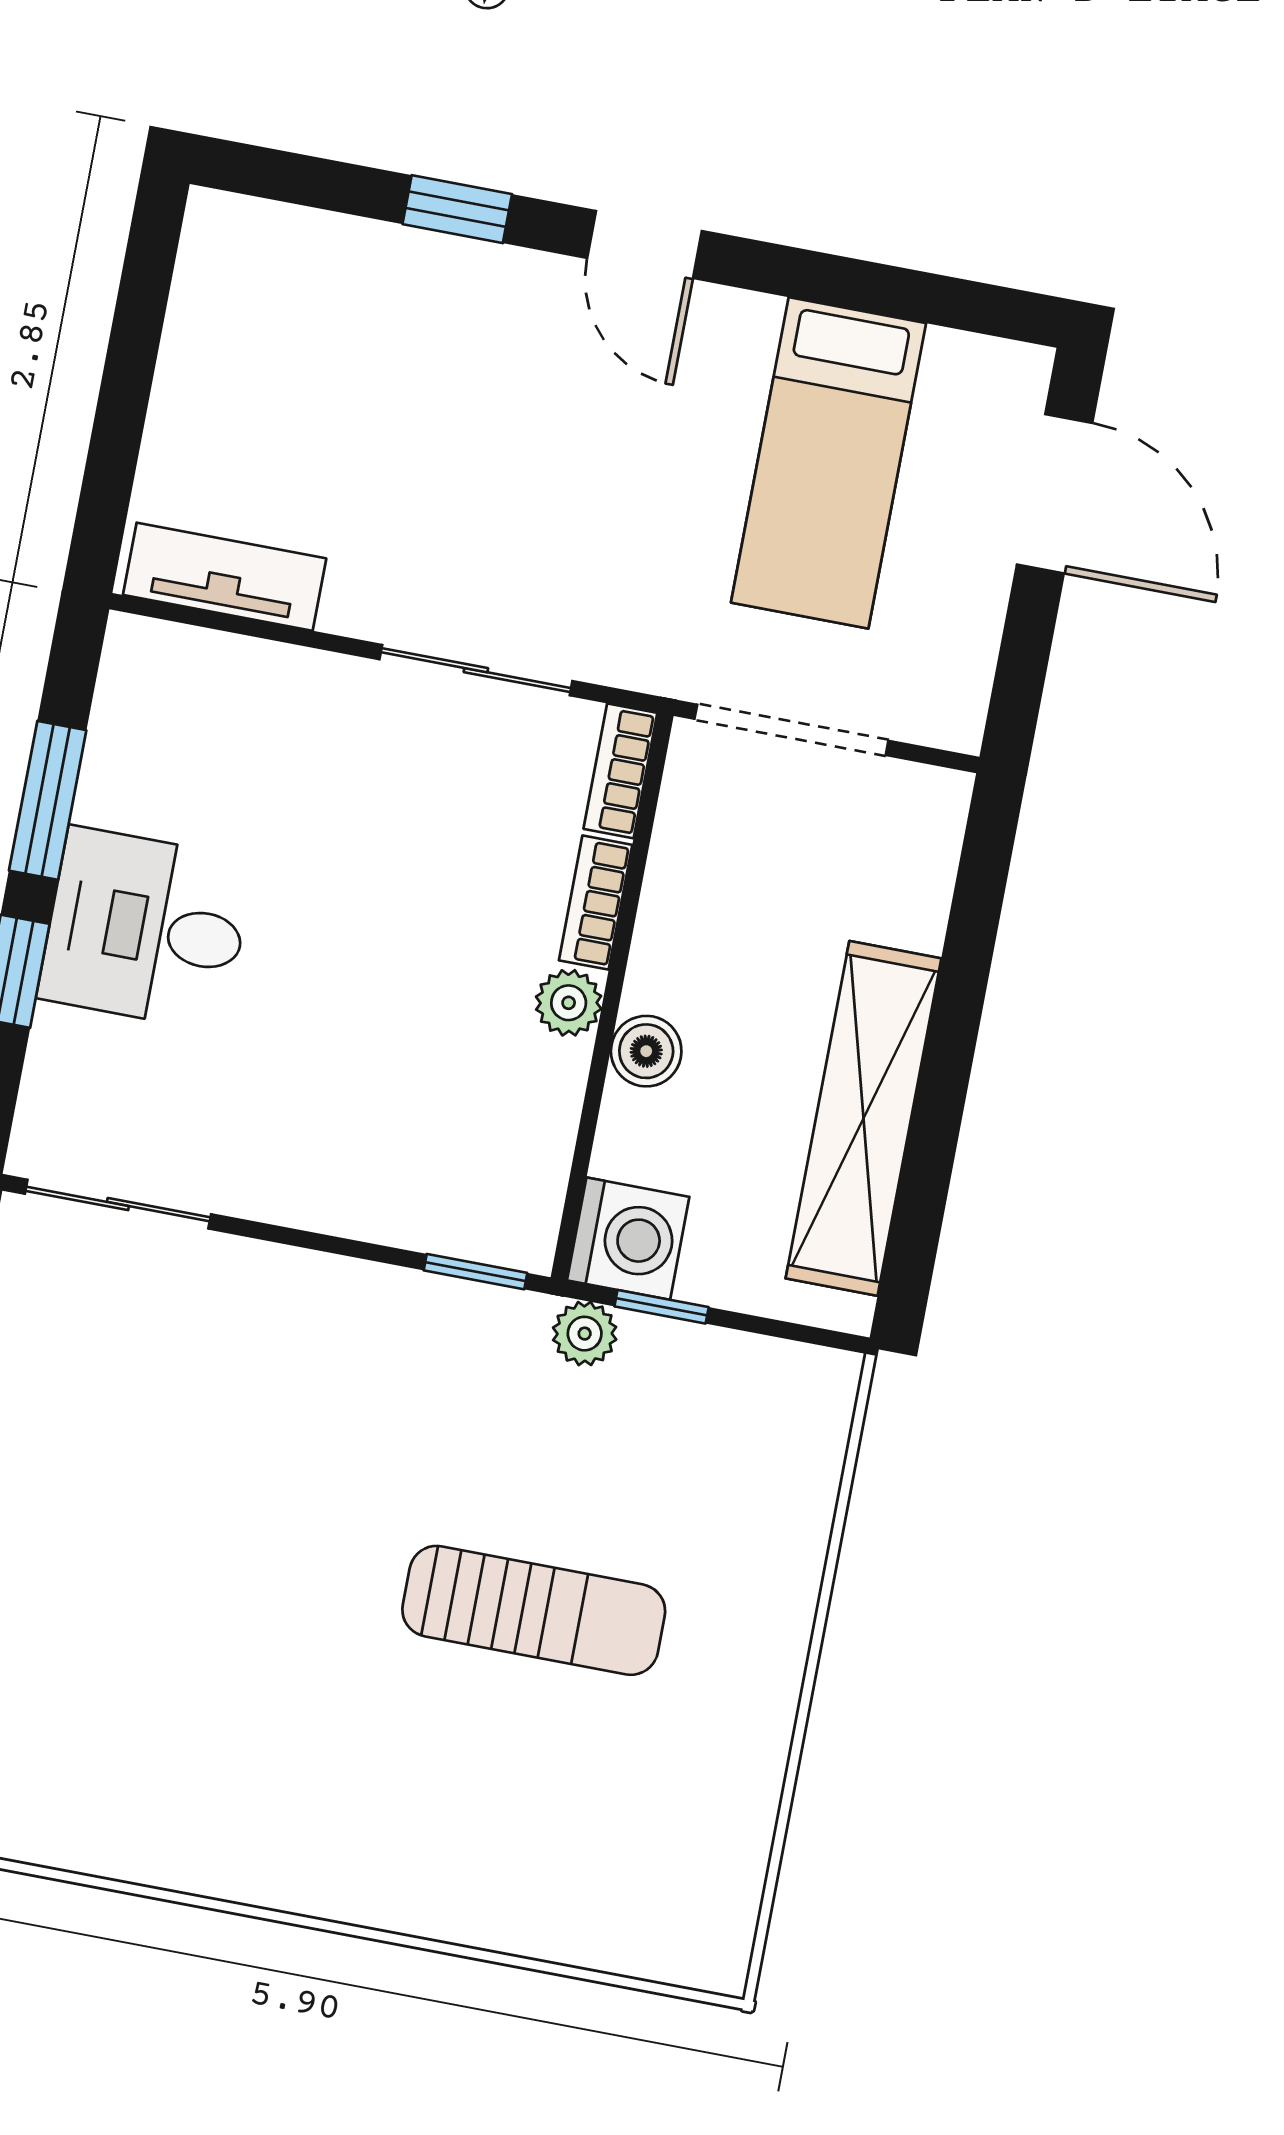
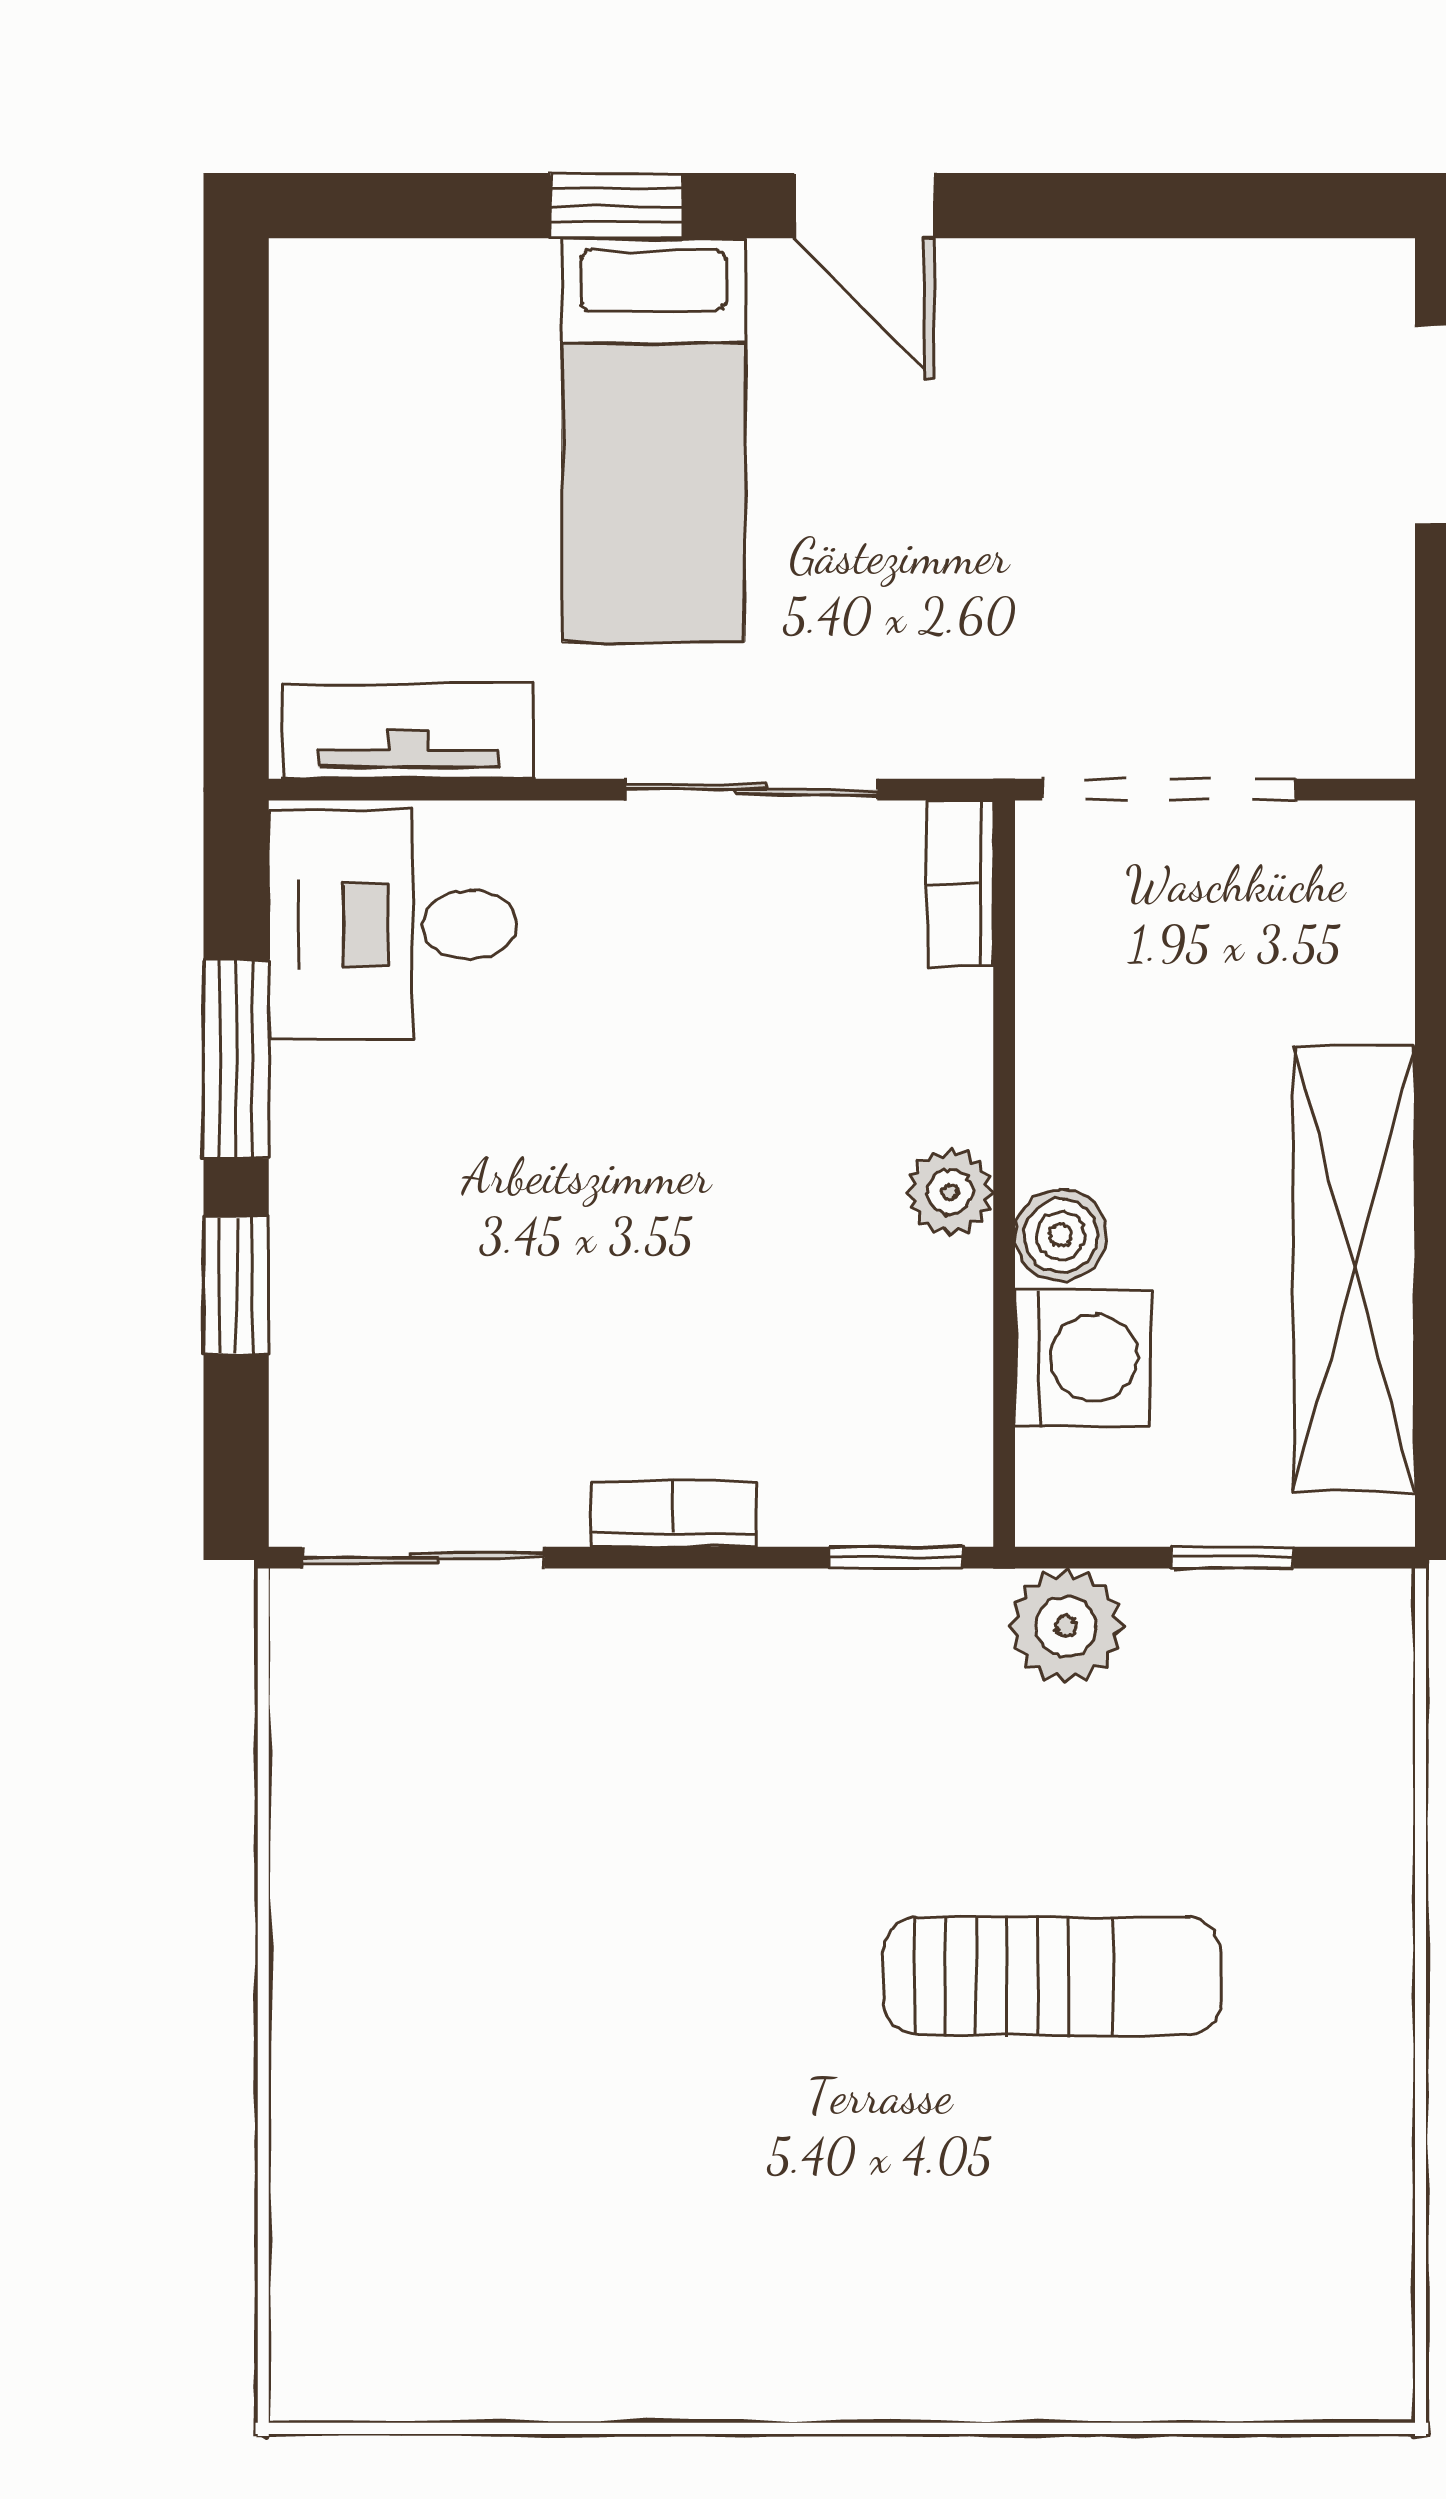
bed: (829, 463) -> (654, 440), moved
bookcase: (596, 903) -> (674, 1514), moved, turned 90
desk: (146, 929) -> (393, 924), moved
washing machine: (628, 1239) -> (1083, 1358), moved
window: (662, 1307) -> (1233, 1558), moved
plant: (585, 1334) -> (1066, 1626), width x1.38, depth x1.38

